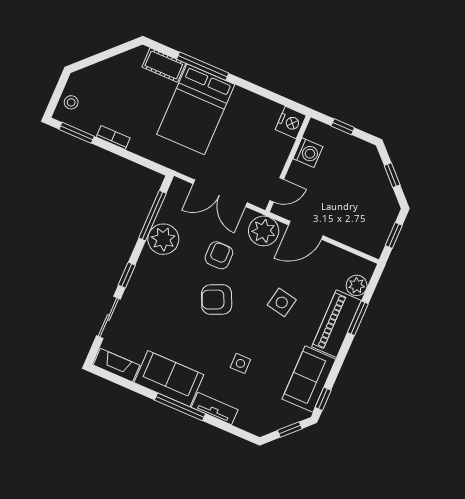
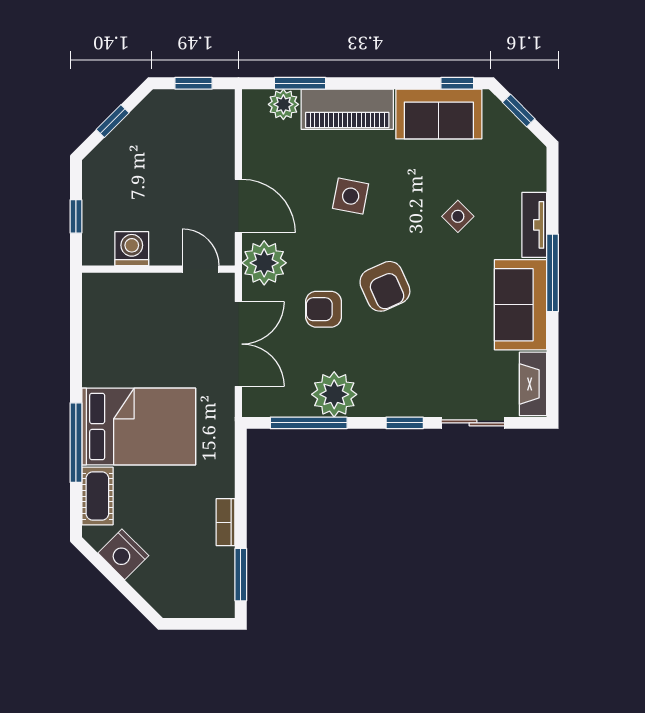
stool: (71, 102) -> (203, 600), removed
nightstand: (291, 123) -> (123, 554), moved, turned -135
window: (358, 318) -> (300, 83), moved
side table: (240, 363) -> (458, 216), turned 45

